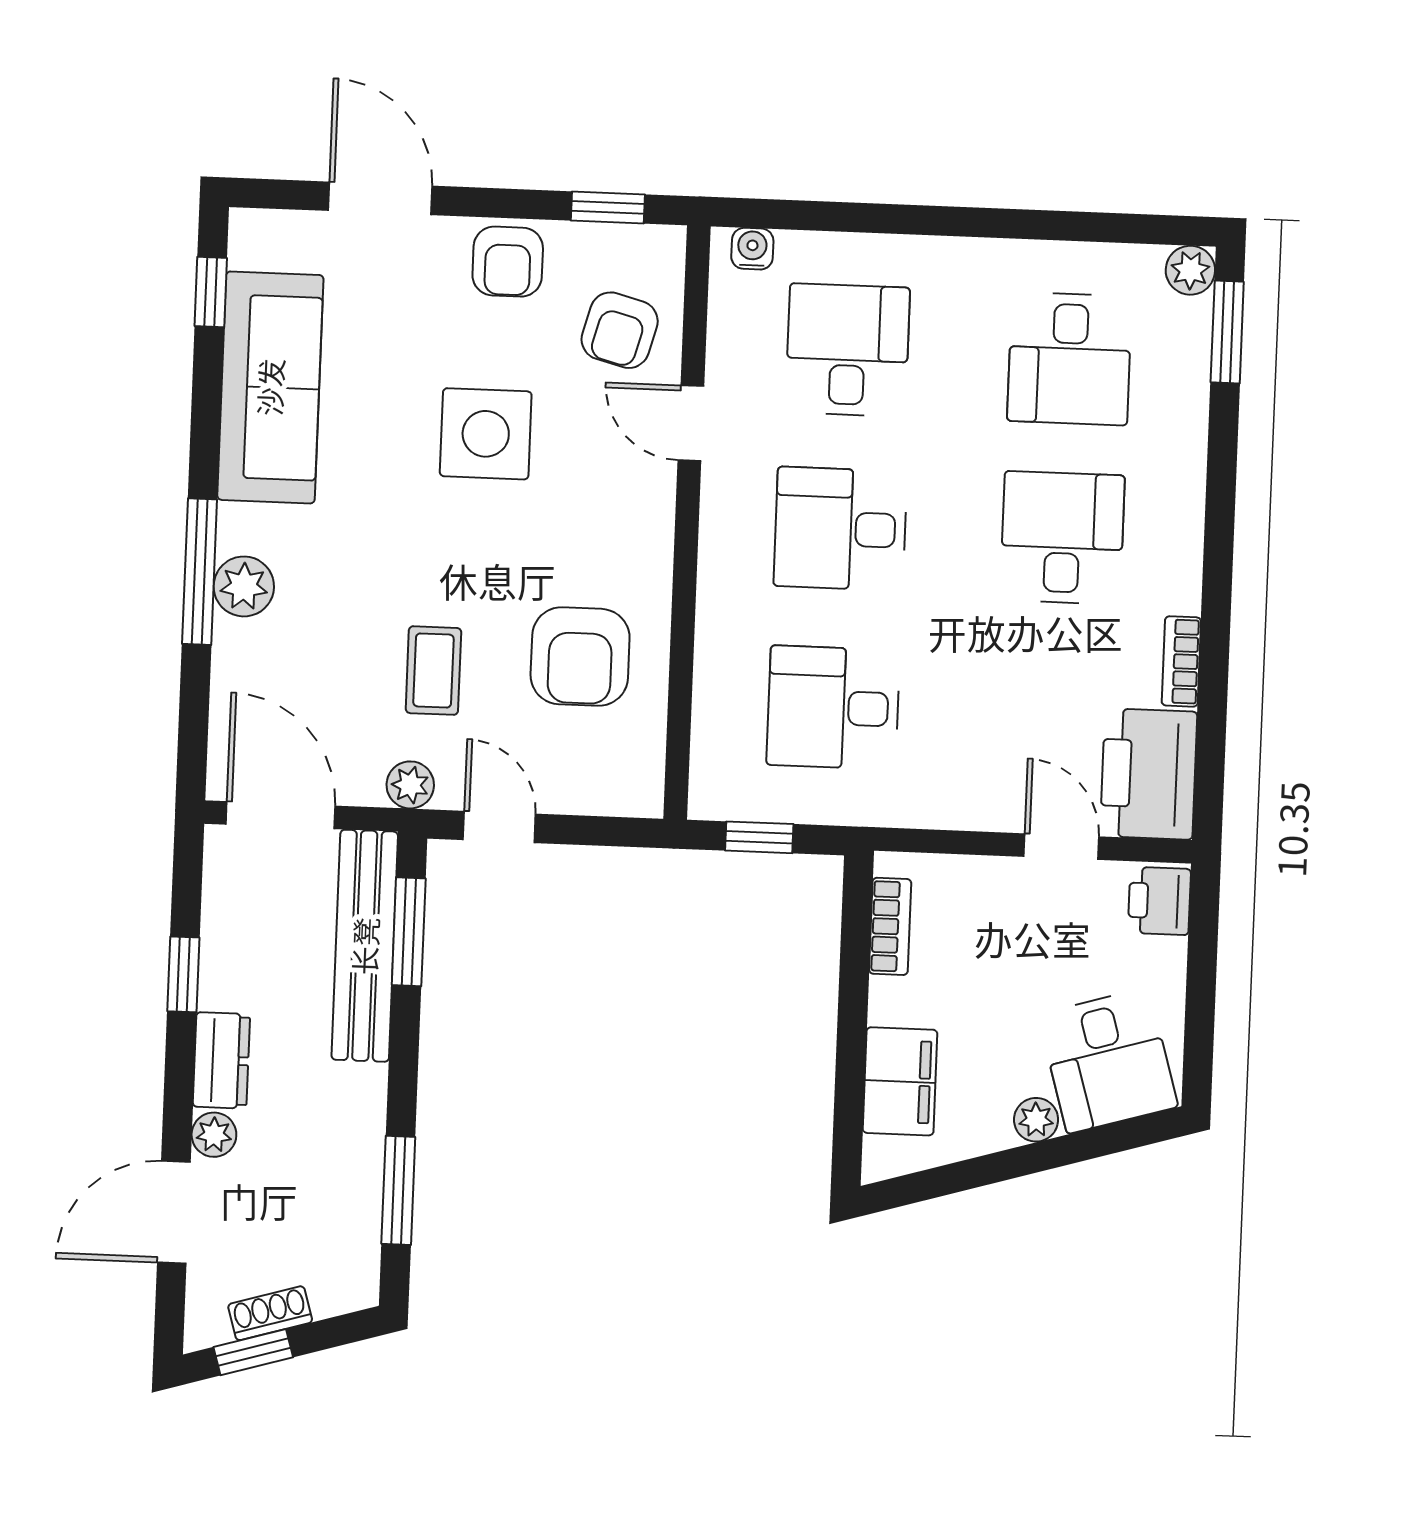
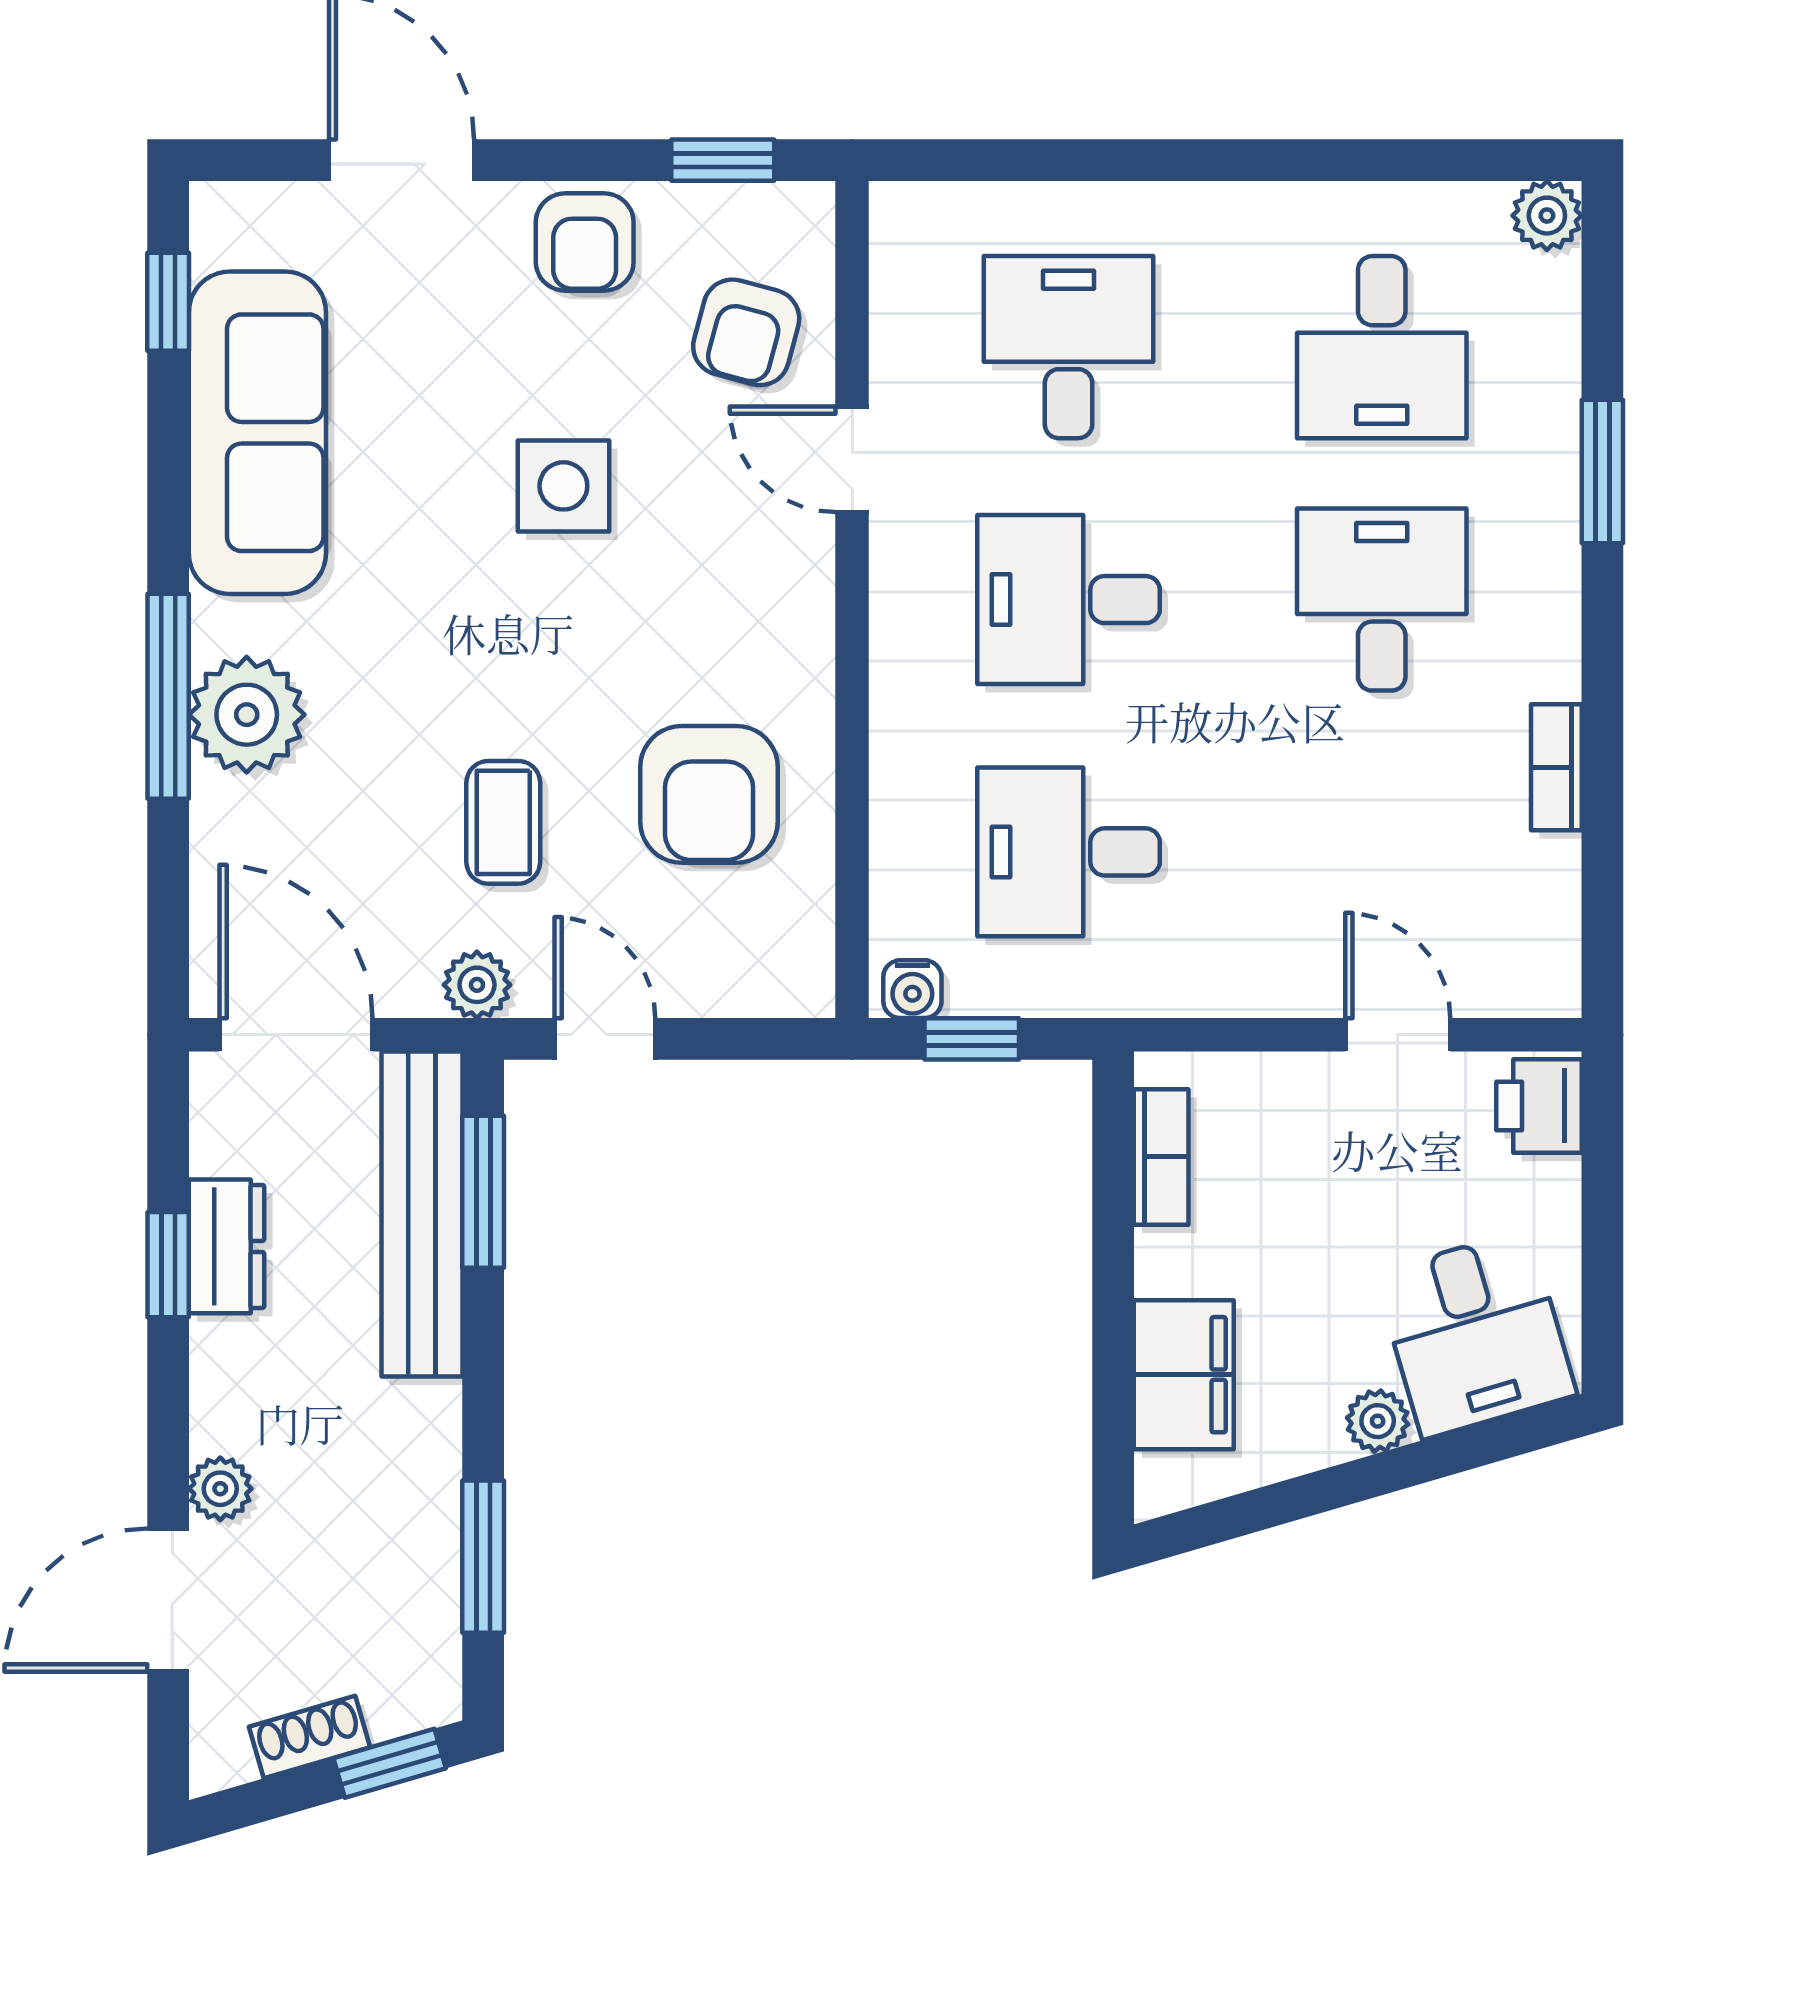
water cooler: (752, 249) -> (912, 989), moved, turned 180
window: (1227, 332) -> (1602, 471), moved
side table: (486, 434) -> (563, 486), width x0.73, depth x0.73
plant: (244, 586) -> (247, 715), width x1.36, depth x1.36
printer: (1149, 774) -> (1517, 928), removed
dresser: (221, 1060) -> (227, 1246), moved
window: (253, 1352) -> (390, 1763), moved

